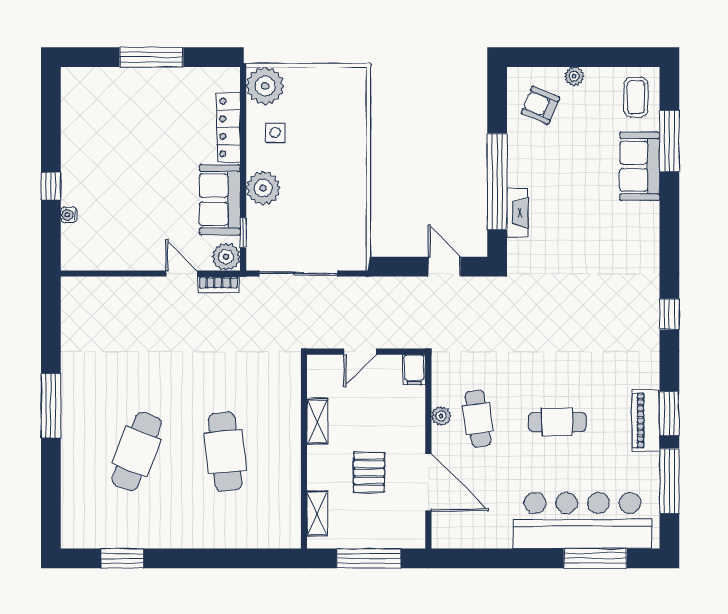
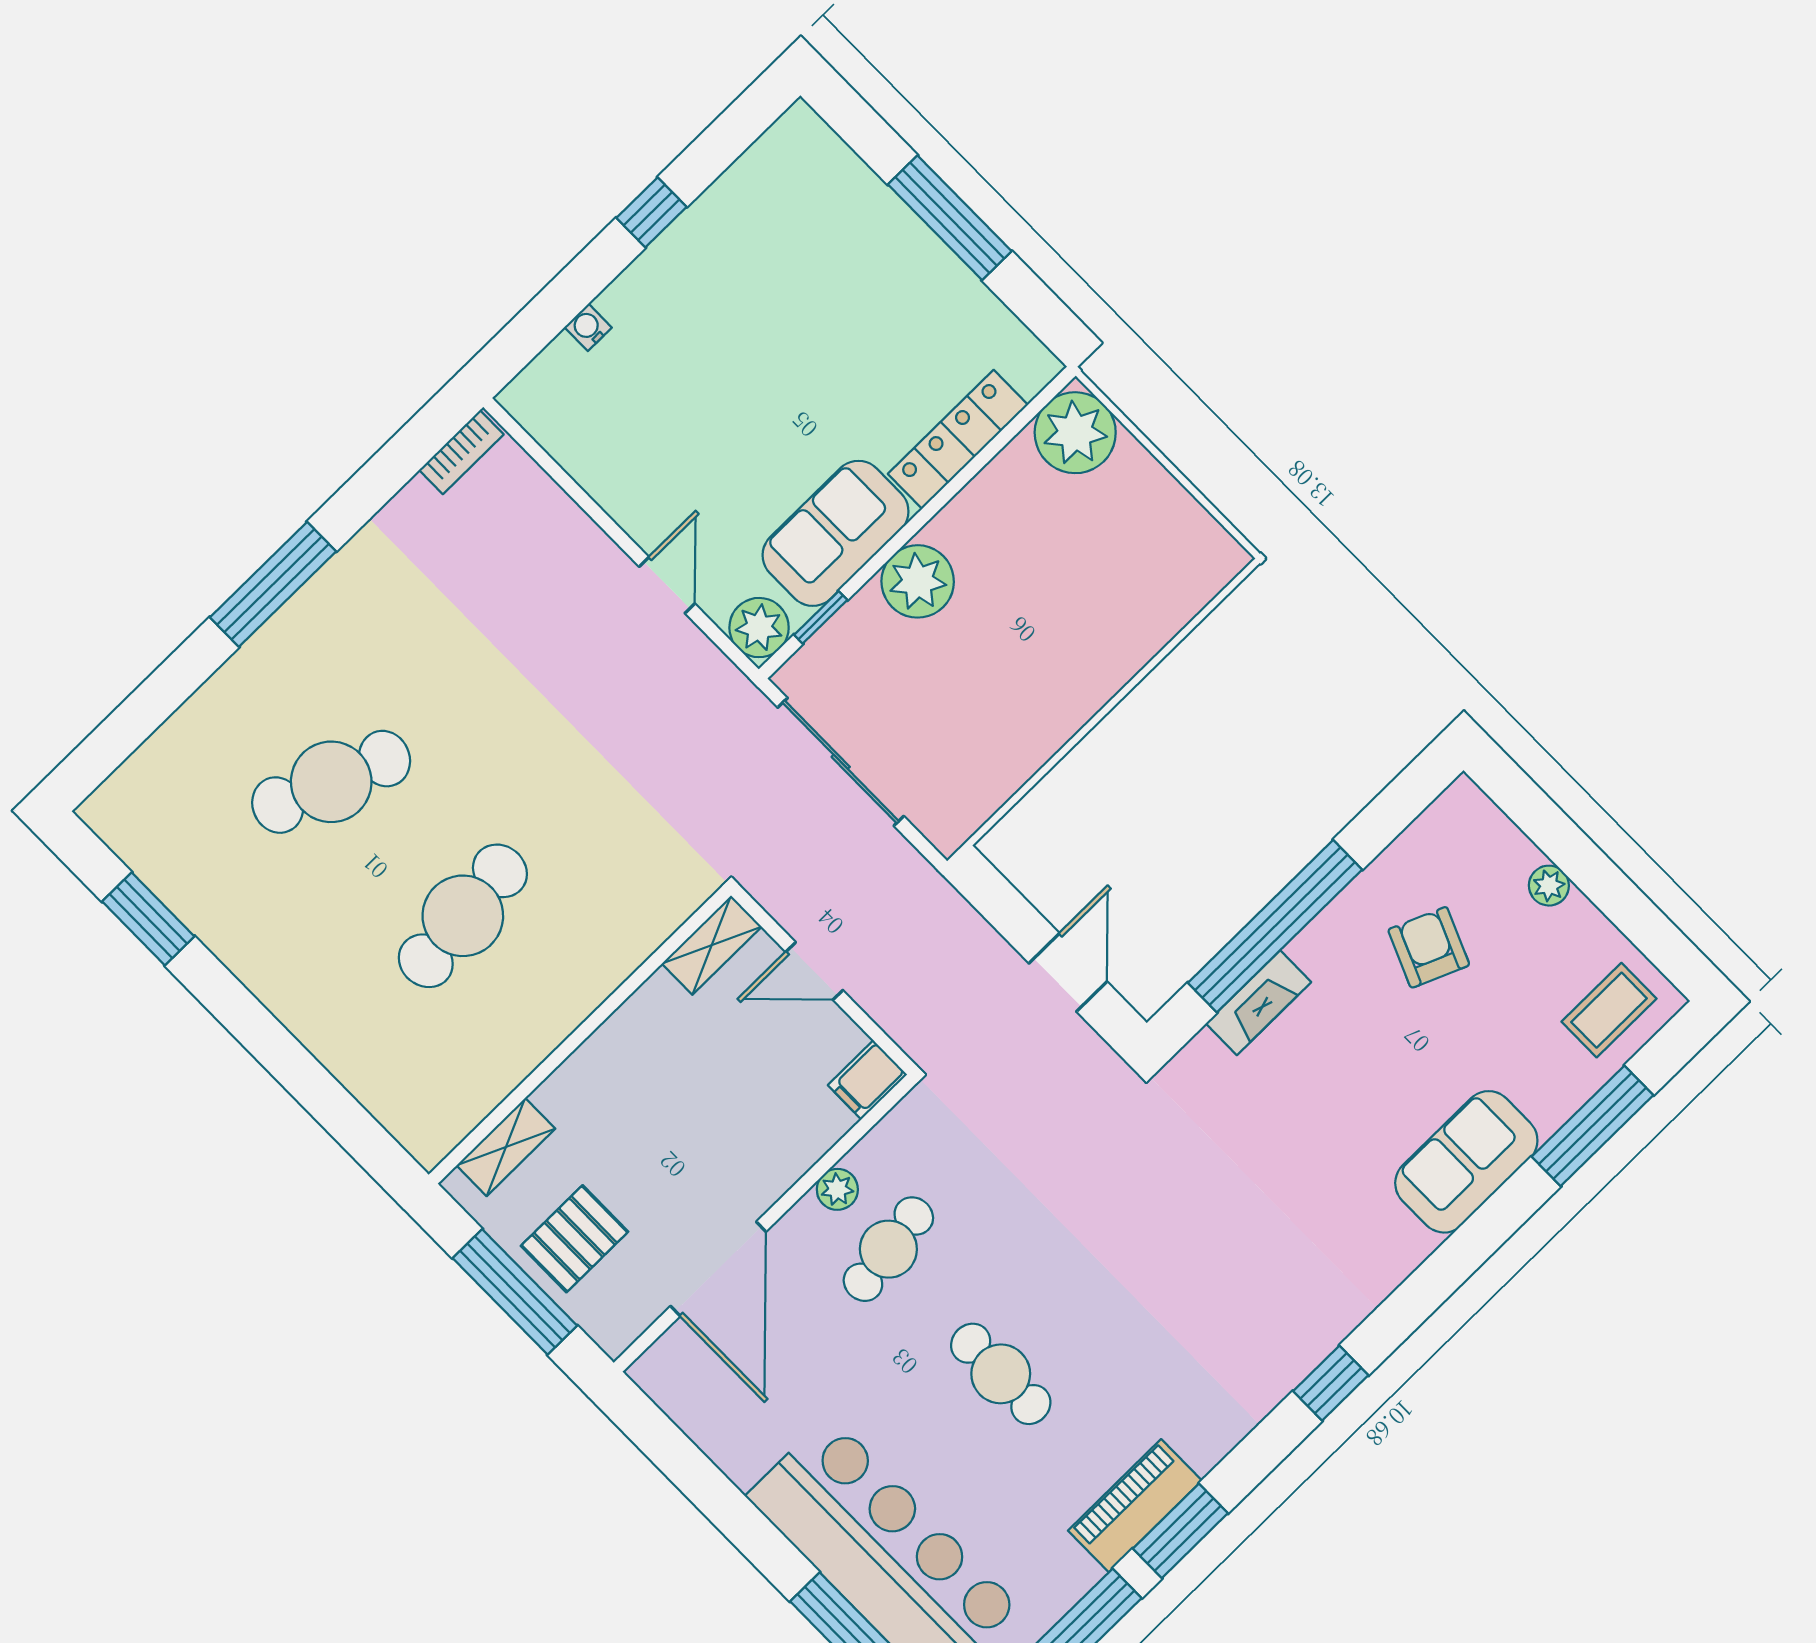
armchair: (540, 105) -> (1429, 947), moved
side table: (275, 133) -> (1019, 517), removed
sofa: (640, 166) -> (1466, 1162), moved
window: (51, 186) -> (651, 212), moved
bookcase: (218, 285) -> (461, 452), moved, turned -90
shelving: (317, 421) -> (712, 945), moved
pallet: (369, 472) -> (575, 1239), moved

